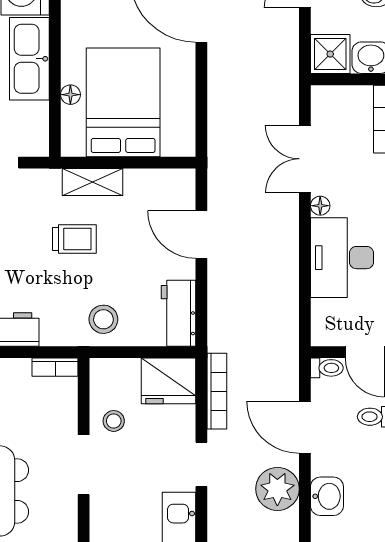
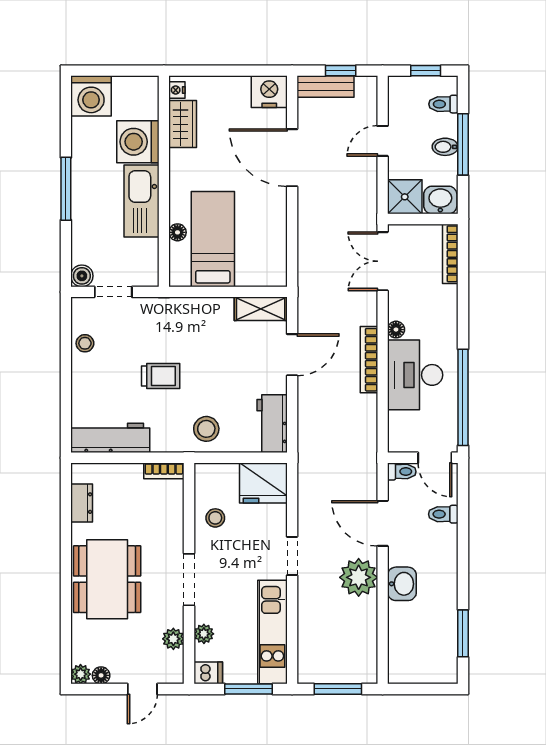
bed: (123, 102) -> (213, 239), width x0.67
double door: (305, 159) -> (383, 261), moved
shelving: (93, 182) -> (261, 309), moved
door: (201, 234) -> (292, 355), swing flipped
trolley: (74, 239) -> (161, 376), moved
bookcase: (217, 391) -> (369, 360), moved, turned 180
doorway: (84, 465) -> (189, 580), moved

